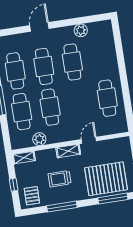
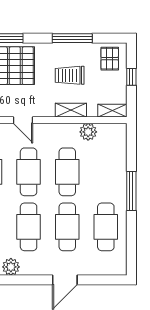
cafe table: (22, 112) -> (29, 172), moved
door: (89, 140) -> (23, 120), hinge flipped
shelving: (68, 151) -> (71, 110), moved
trolley: (60, 179) -> (70, 75), turned 180

